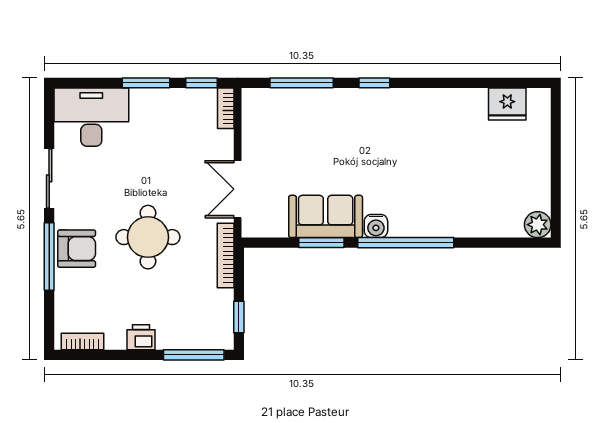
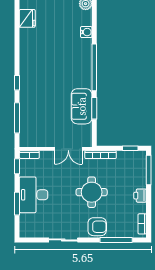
window: (146, 83) -> (17, 204), moved
desk: (91, 117) -> (34, 195), moved
water cooler: (376, 226) -> (86, 32), moved
armchair: (77, 249) -> (97, 227), turned 90
window: (49, 257) -> (116, 240), moved

